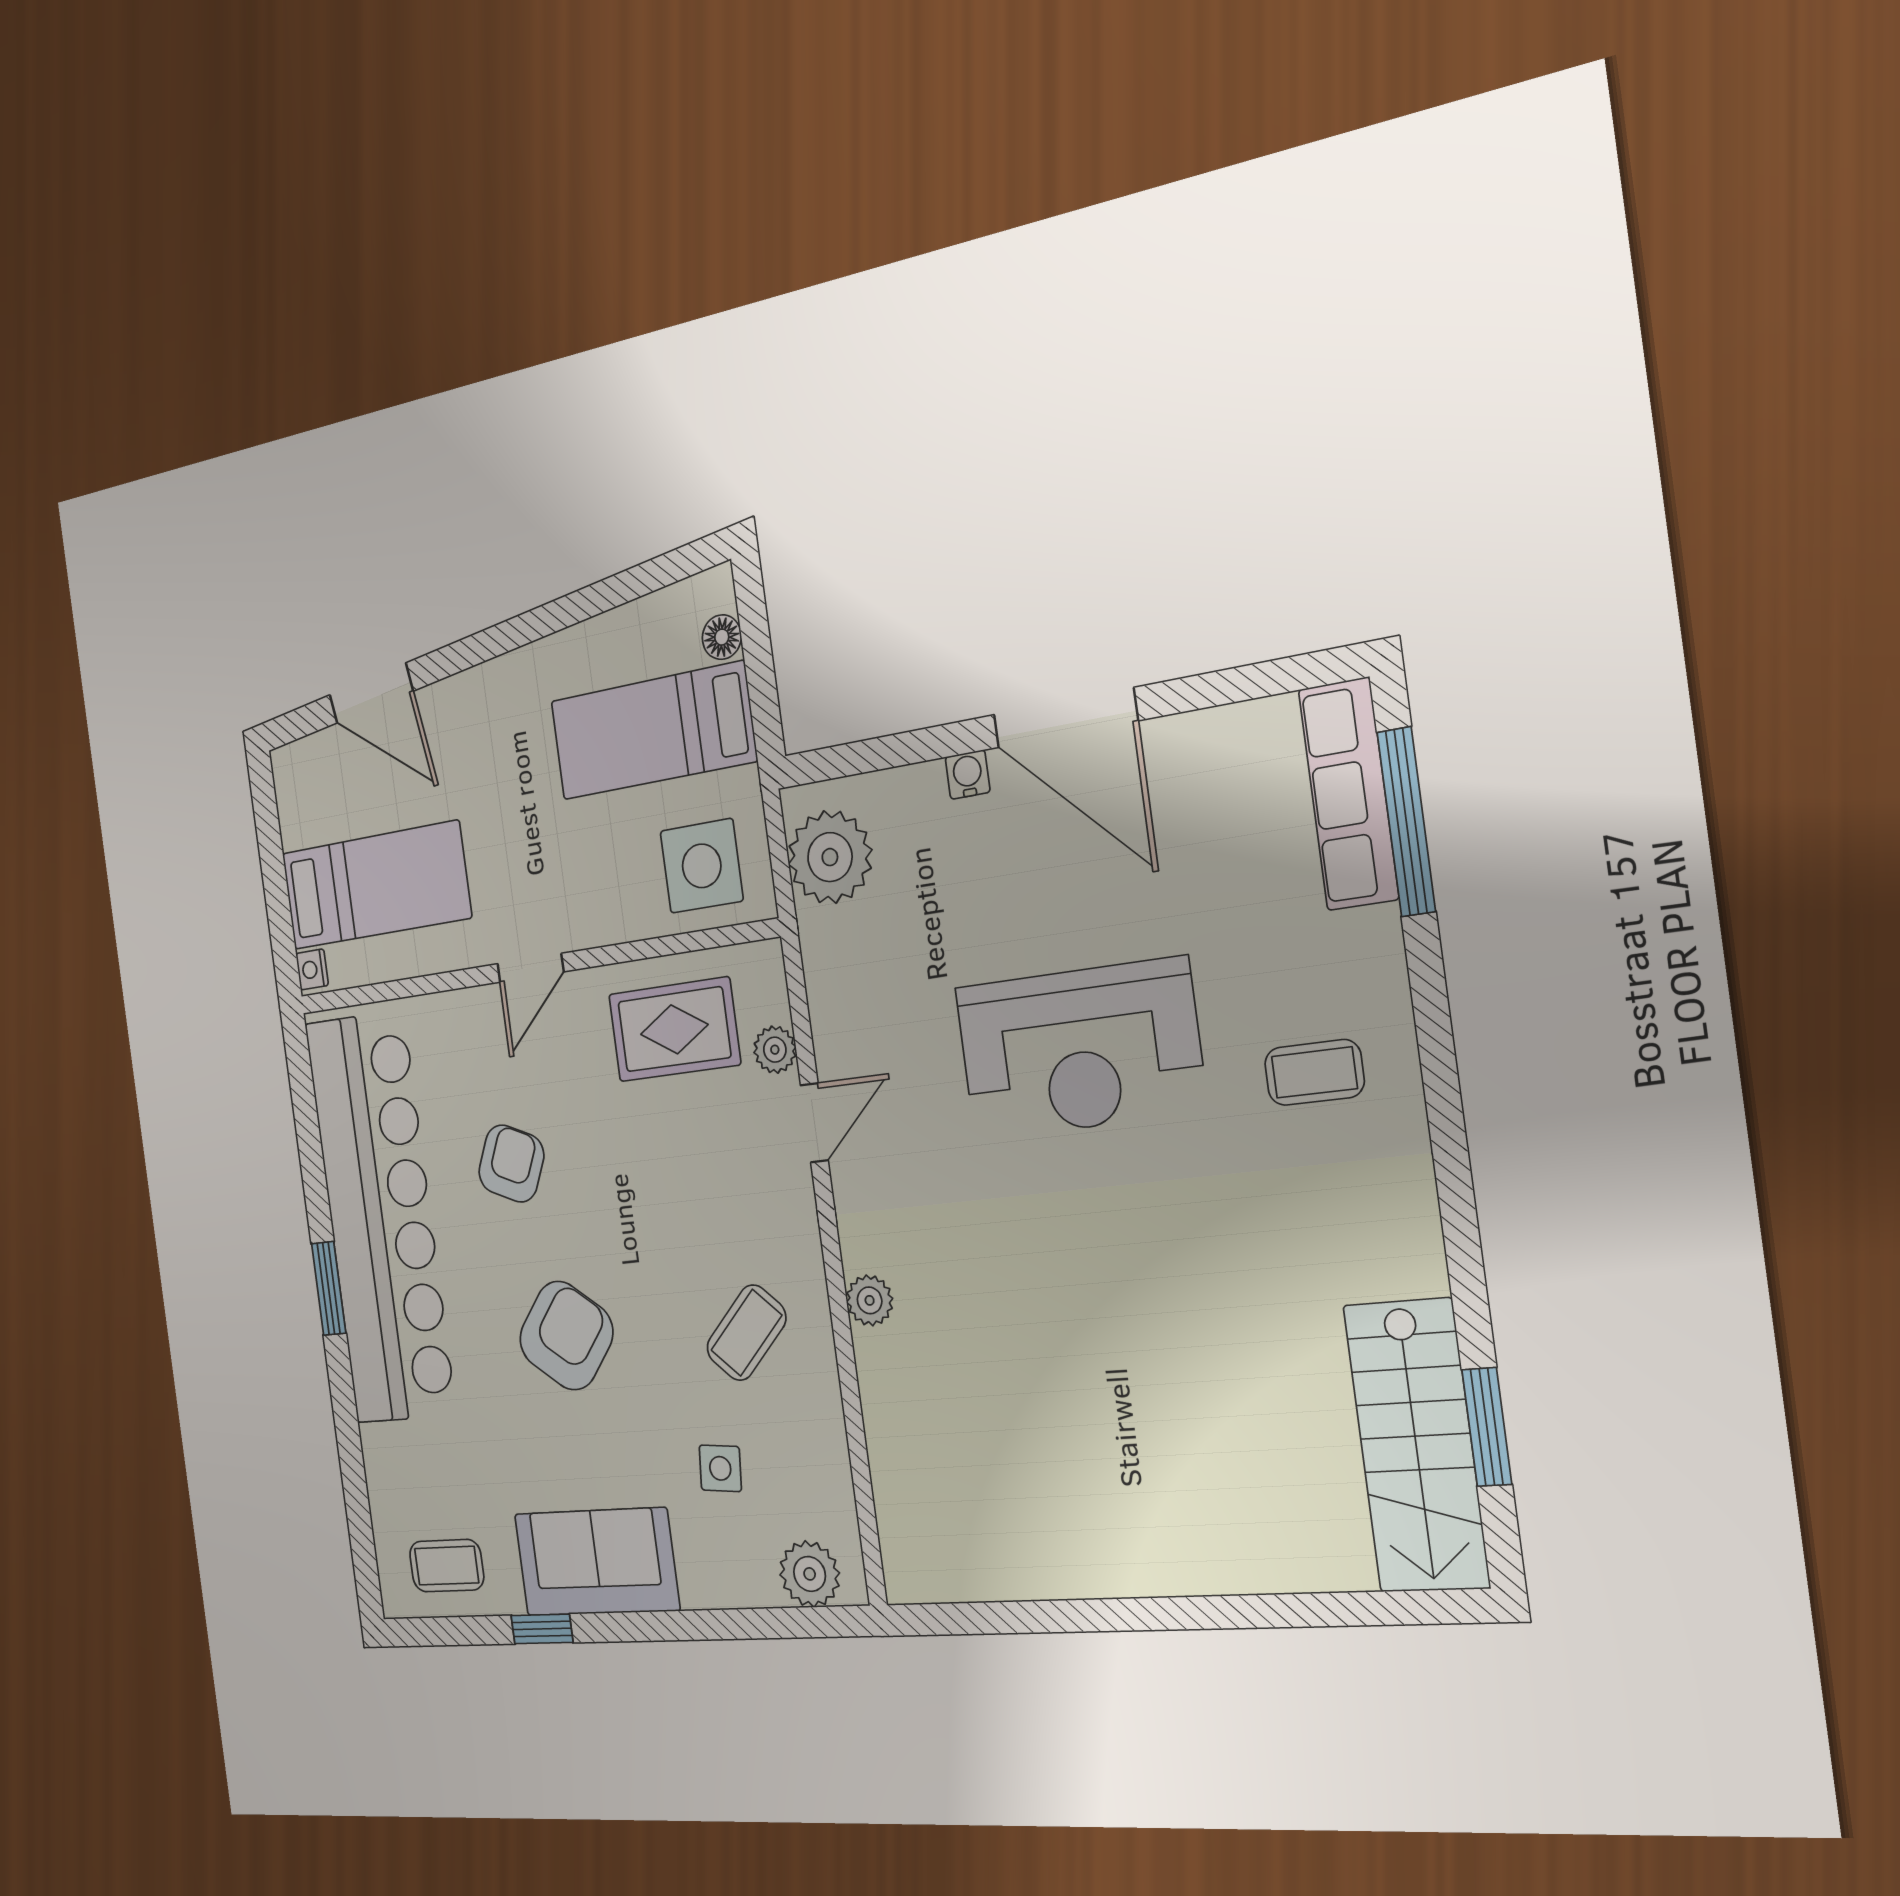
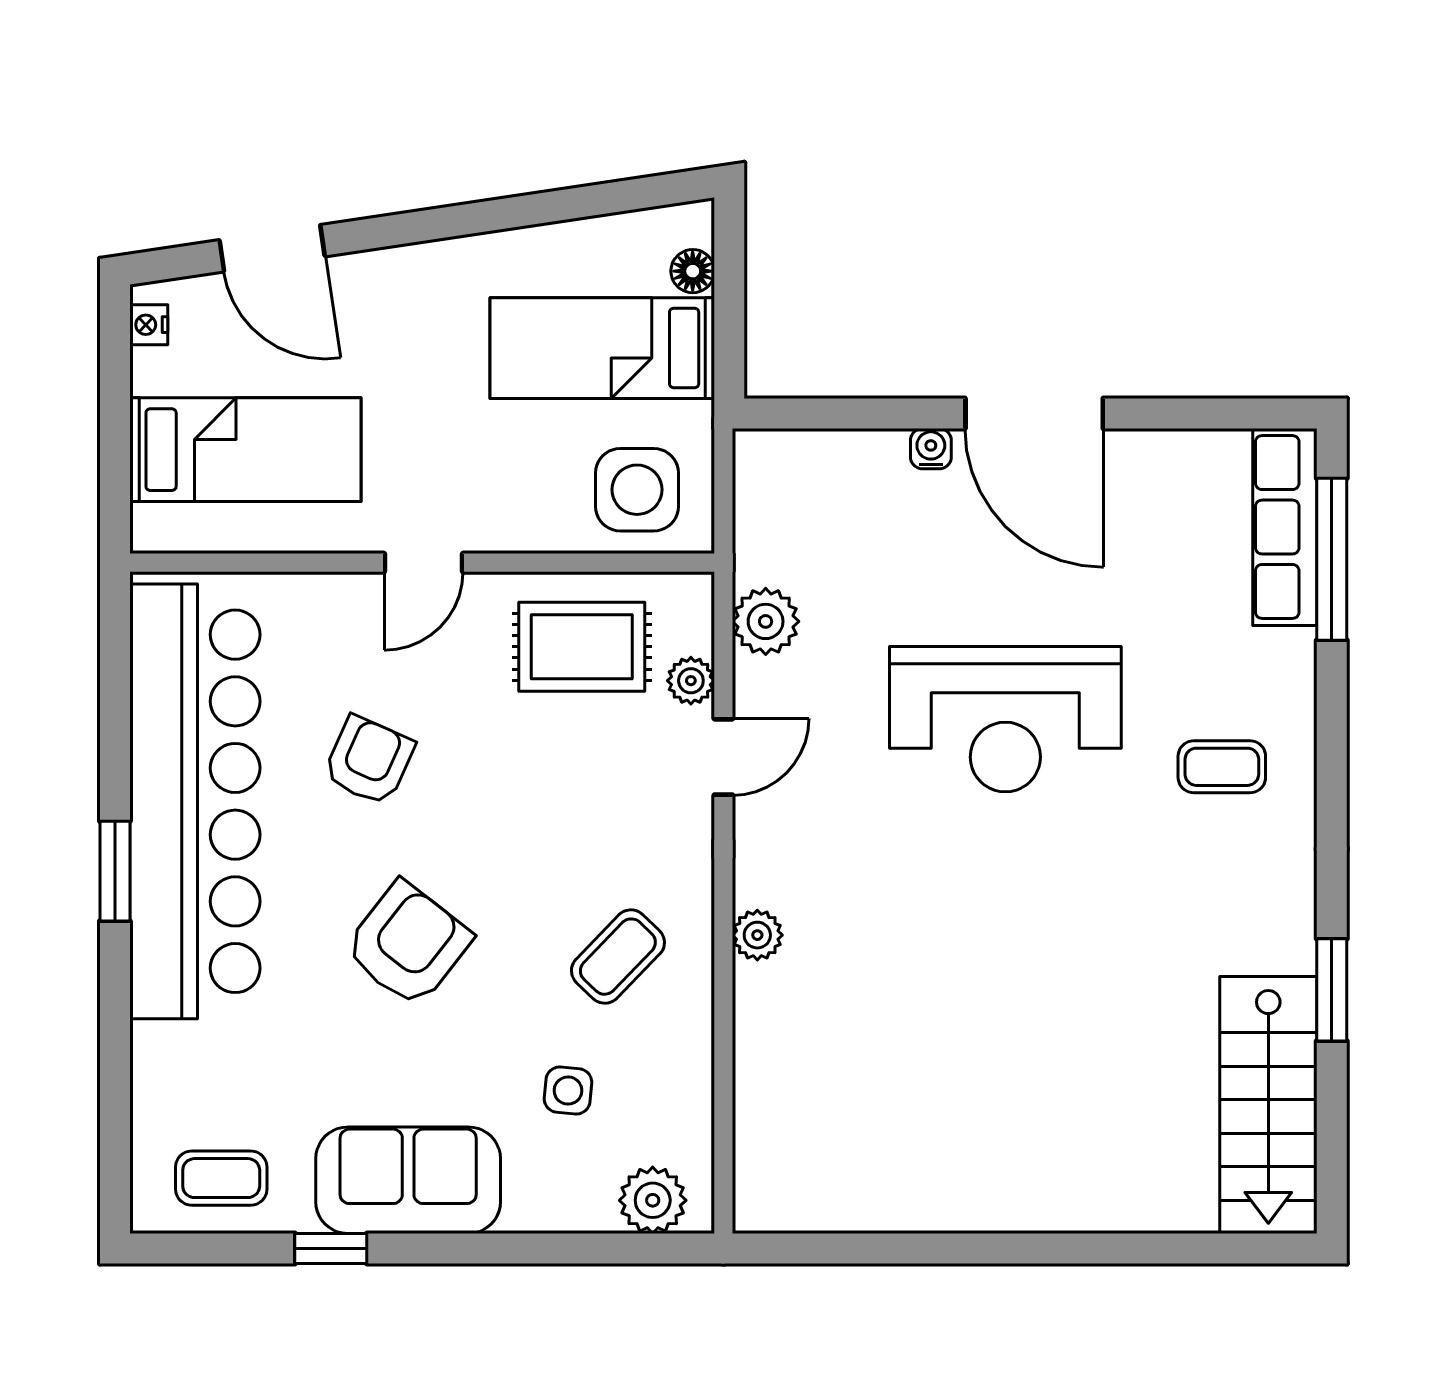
plant: (830, 857) -> (766, 621), moved, width x0.73, depth x0.73
nightstand: (312, 969) -> (149, 325), moved
window: (1487, 1427) -> (1332, 990), moved

